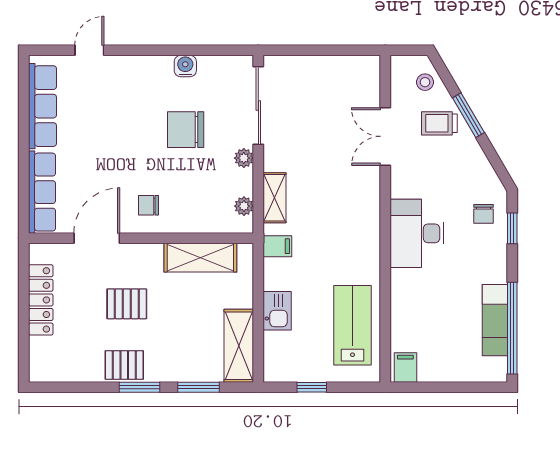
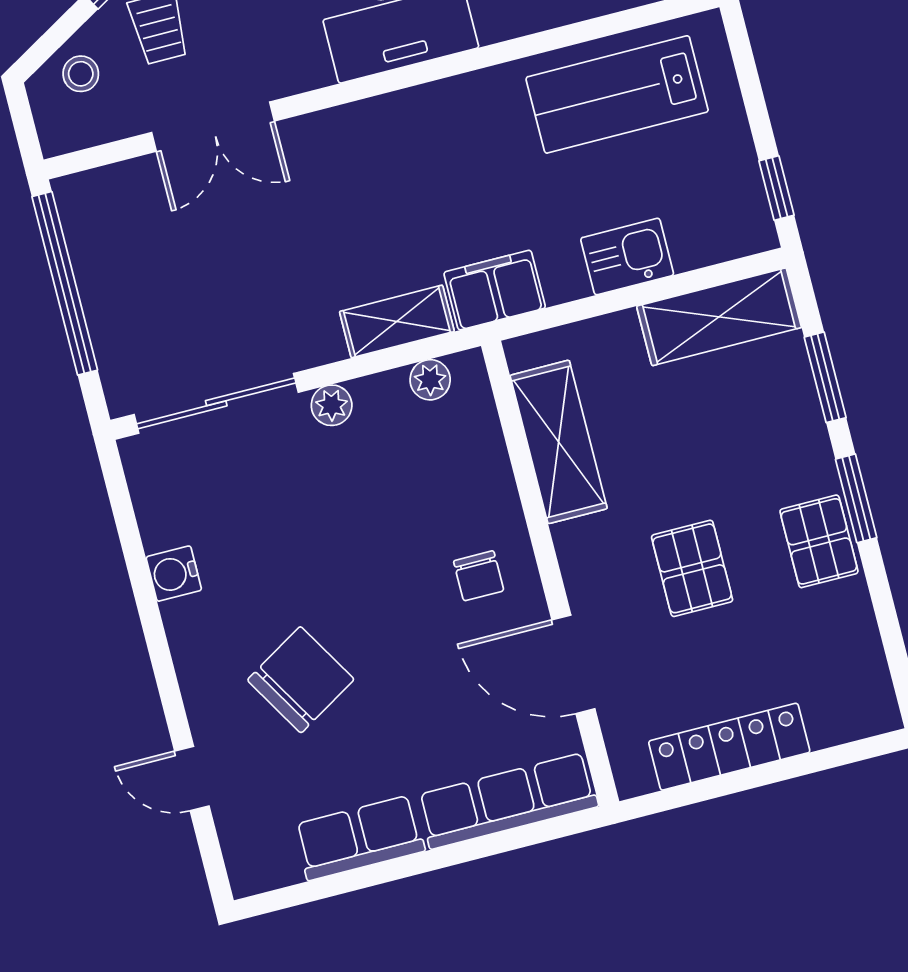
window: (331, 50) -> (65, 283), added
row of seats: (43, 106) -> (359, 838), width x0.68
chair: (186, 130) -> (301, 680), moved, turned -121
filing cabinet: (277, 246) -> (495, 290), width x2.00
window: (312, 387) -> (777, 188), moved

